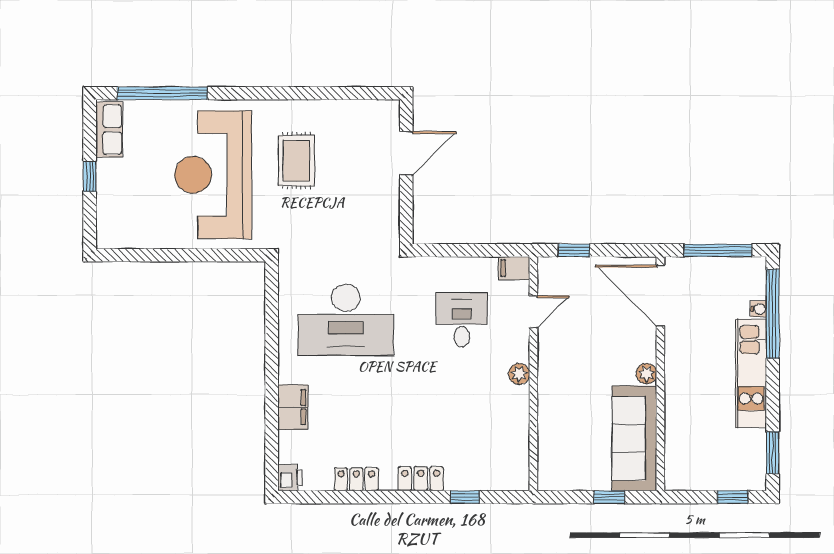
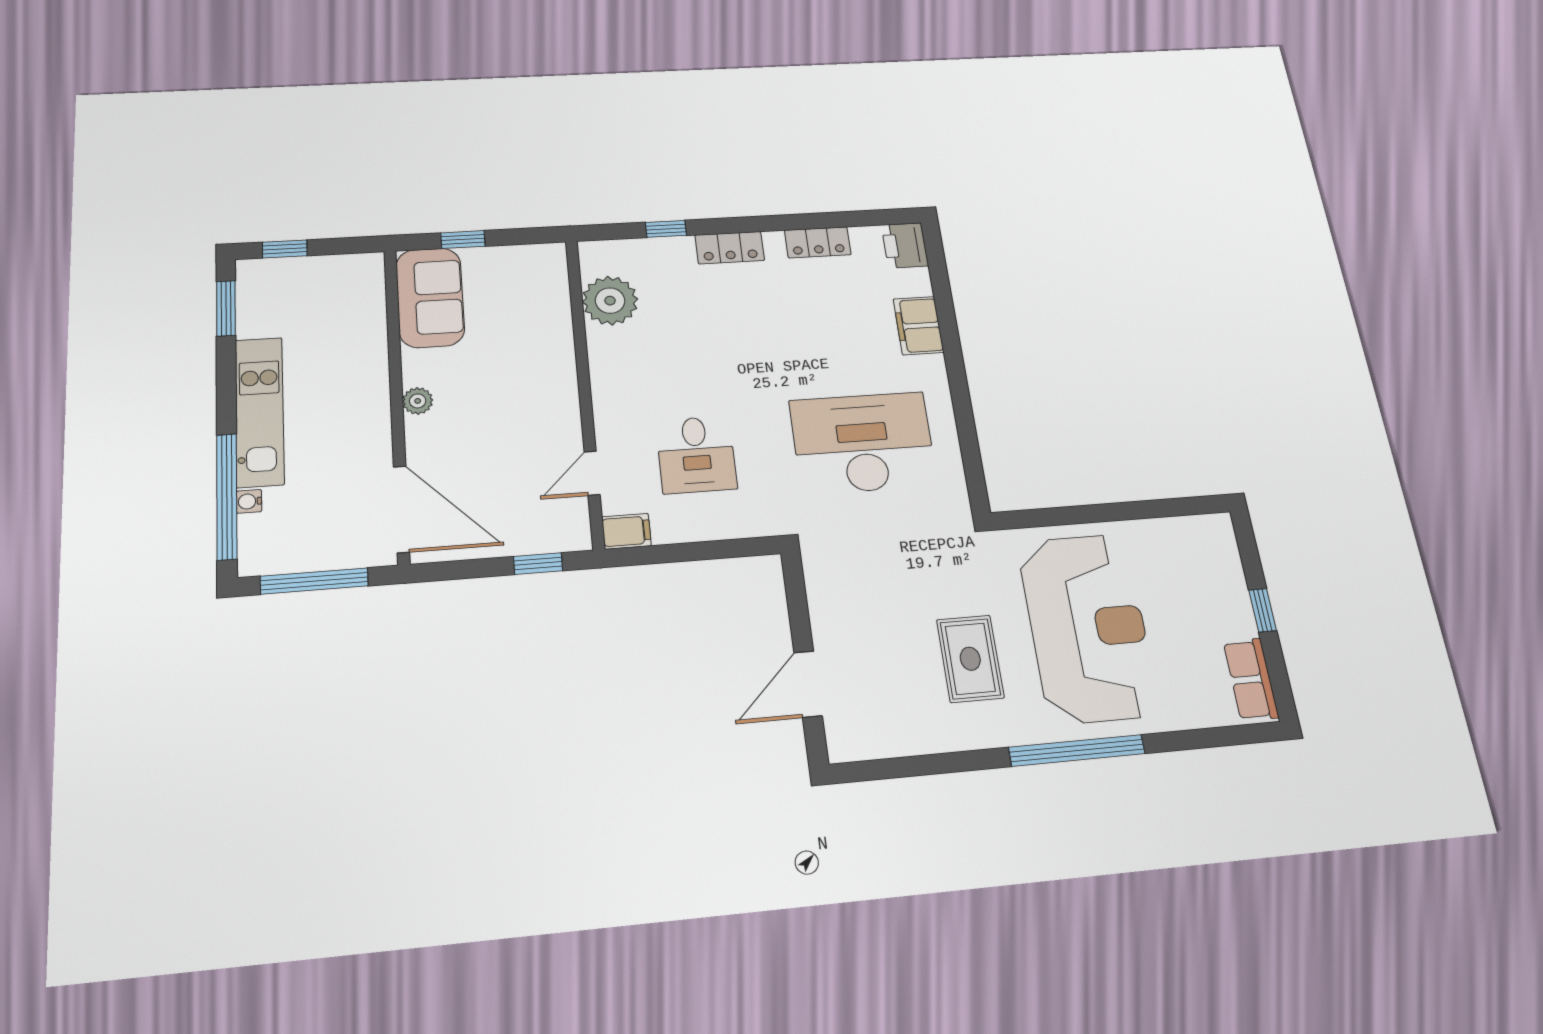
window: (162, 93) -> (1077, 750), moved
plant: (519, 374) -> (610, 301), moved, width x1.87, depth x1.87
sofa: (634, 438) -> (430, 297), width x0.73
printer: (290, 478) -> (905, 245), width x1.36, depth x1.24

